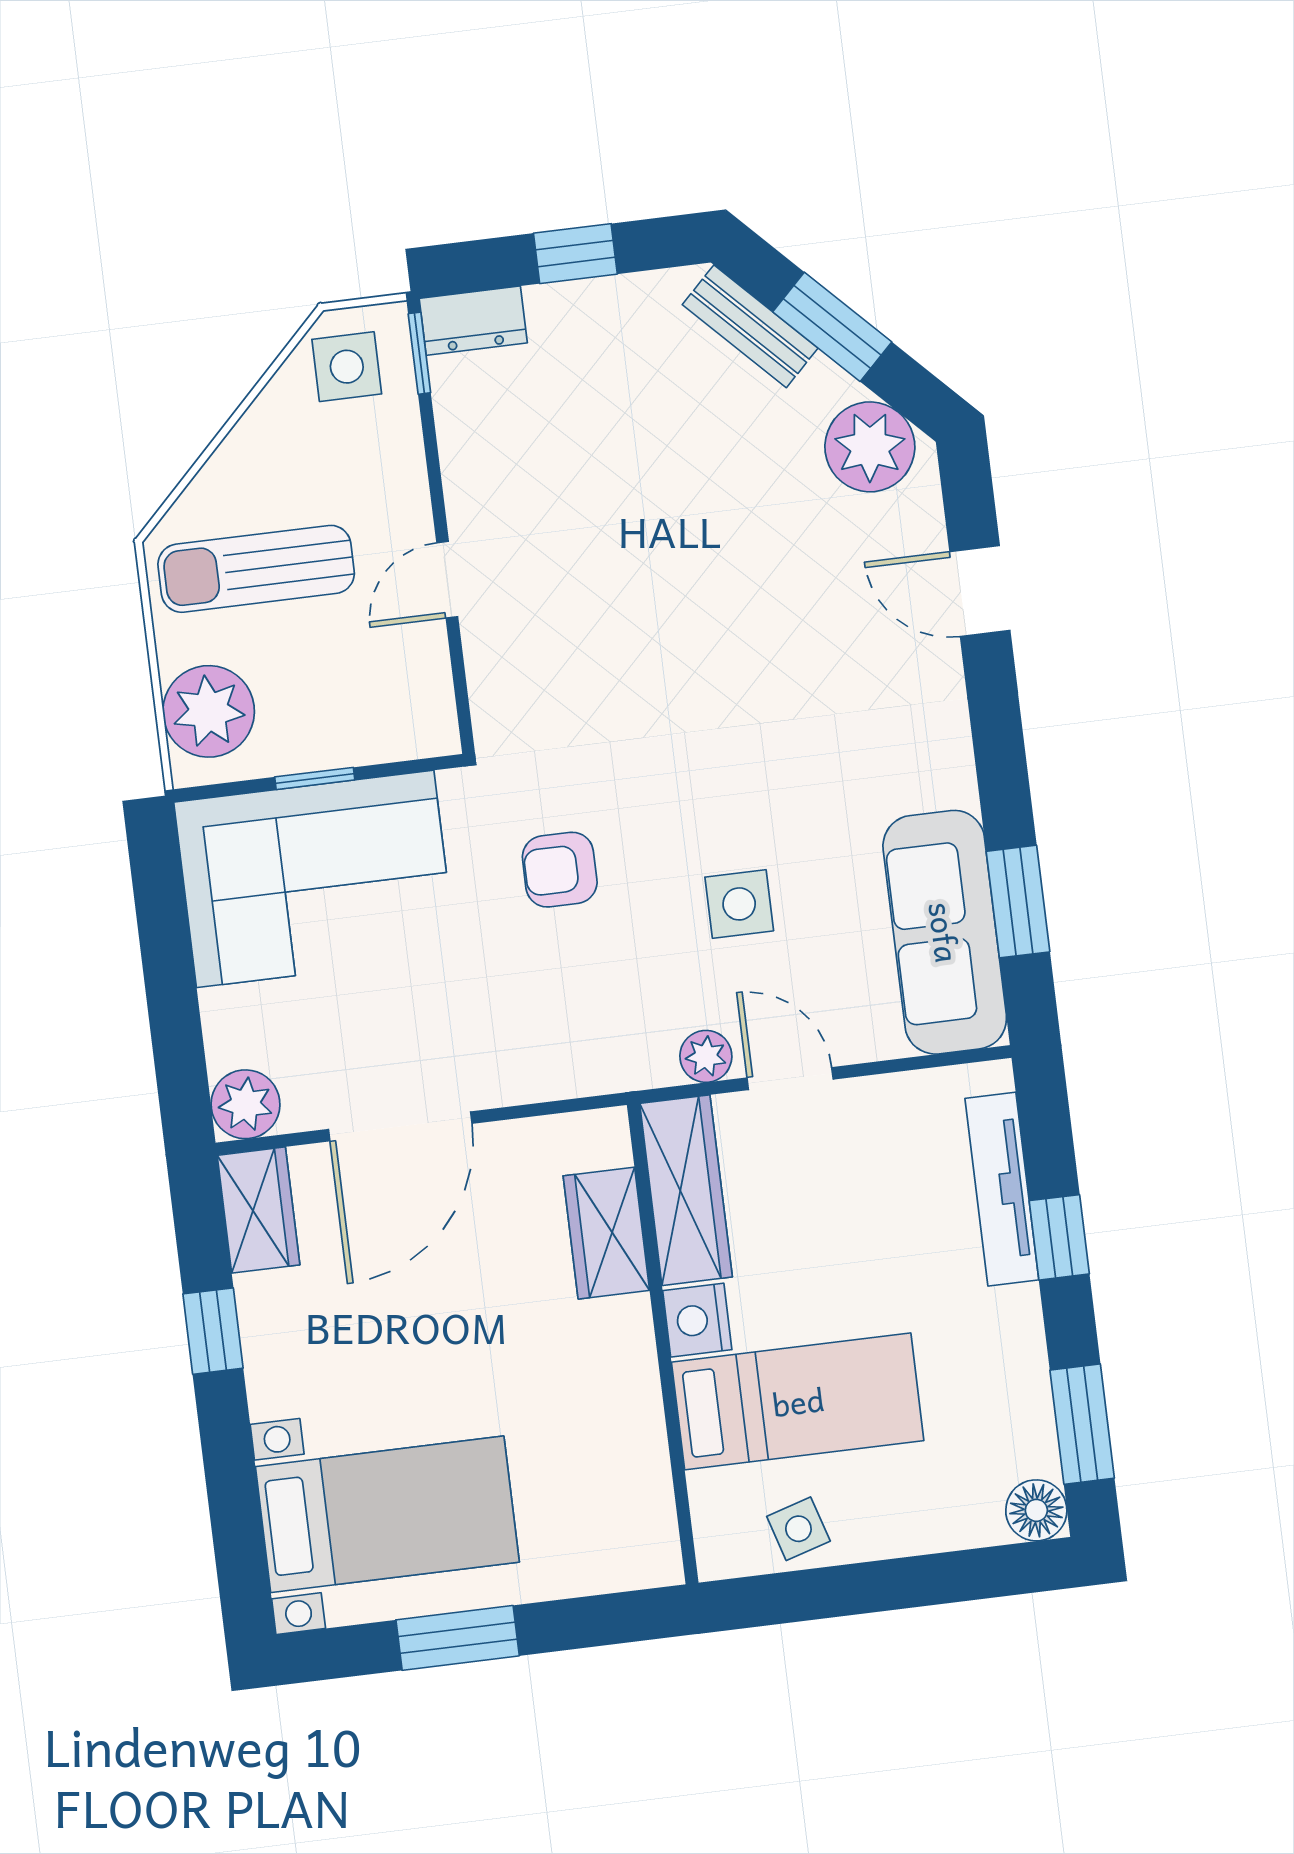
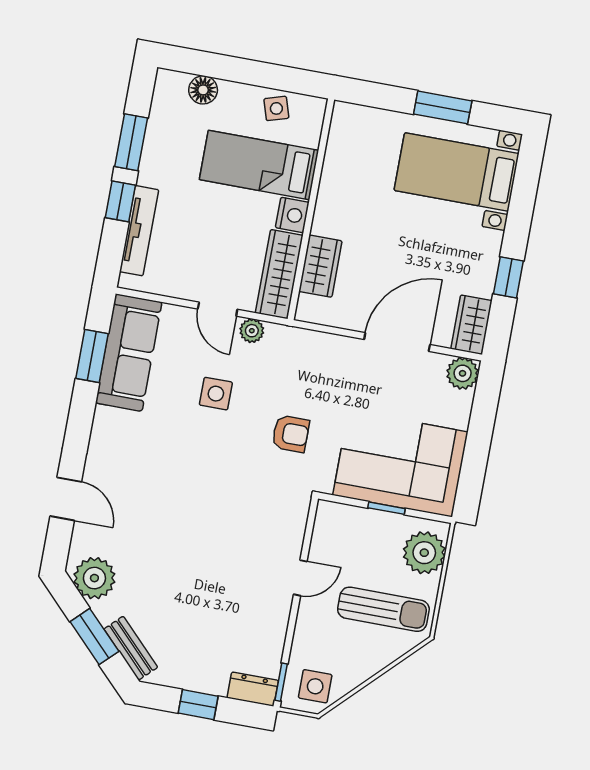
window: (1082, 1424) -> (131, 142), moved
floor lamp: (1036, 1510) -> (203, 90), moved

